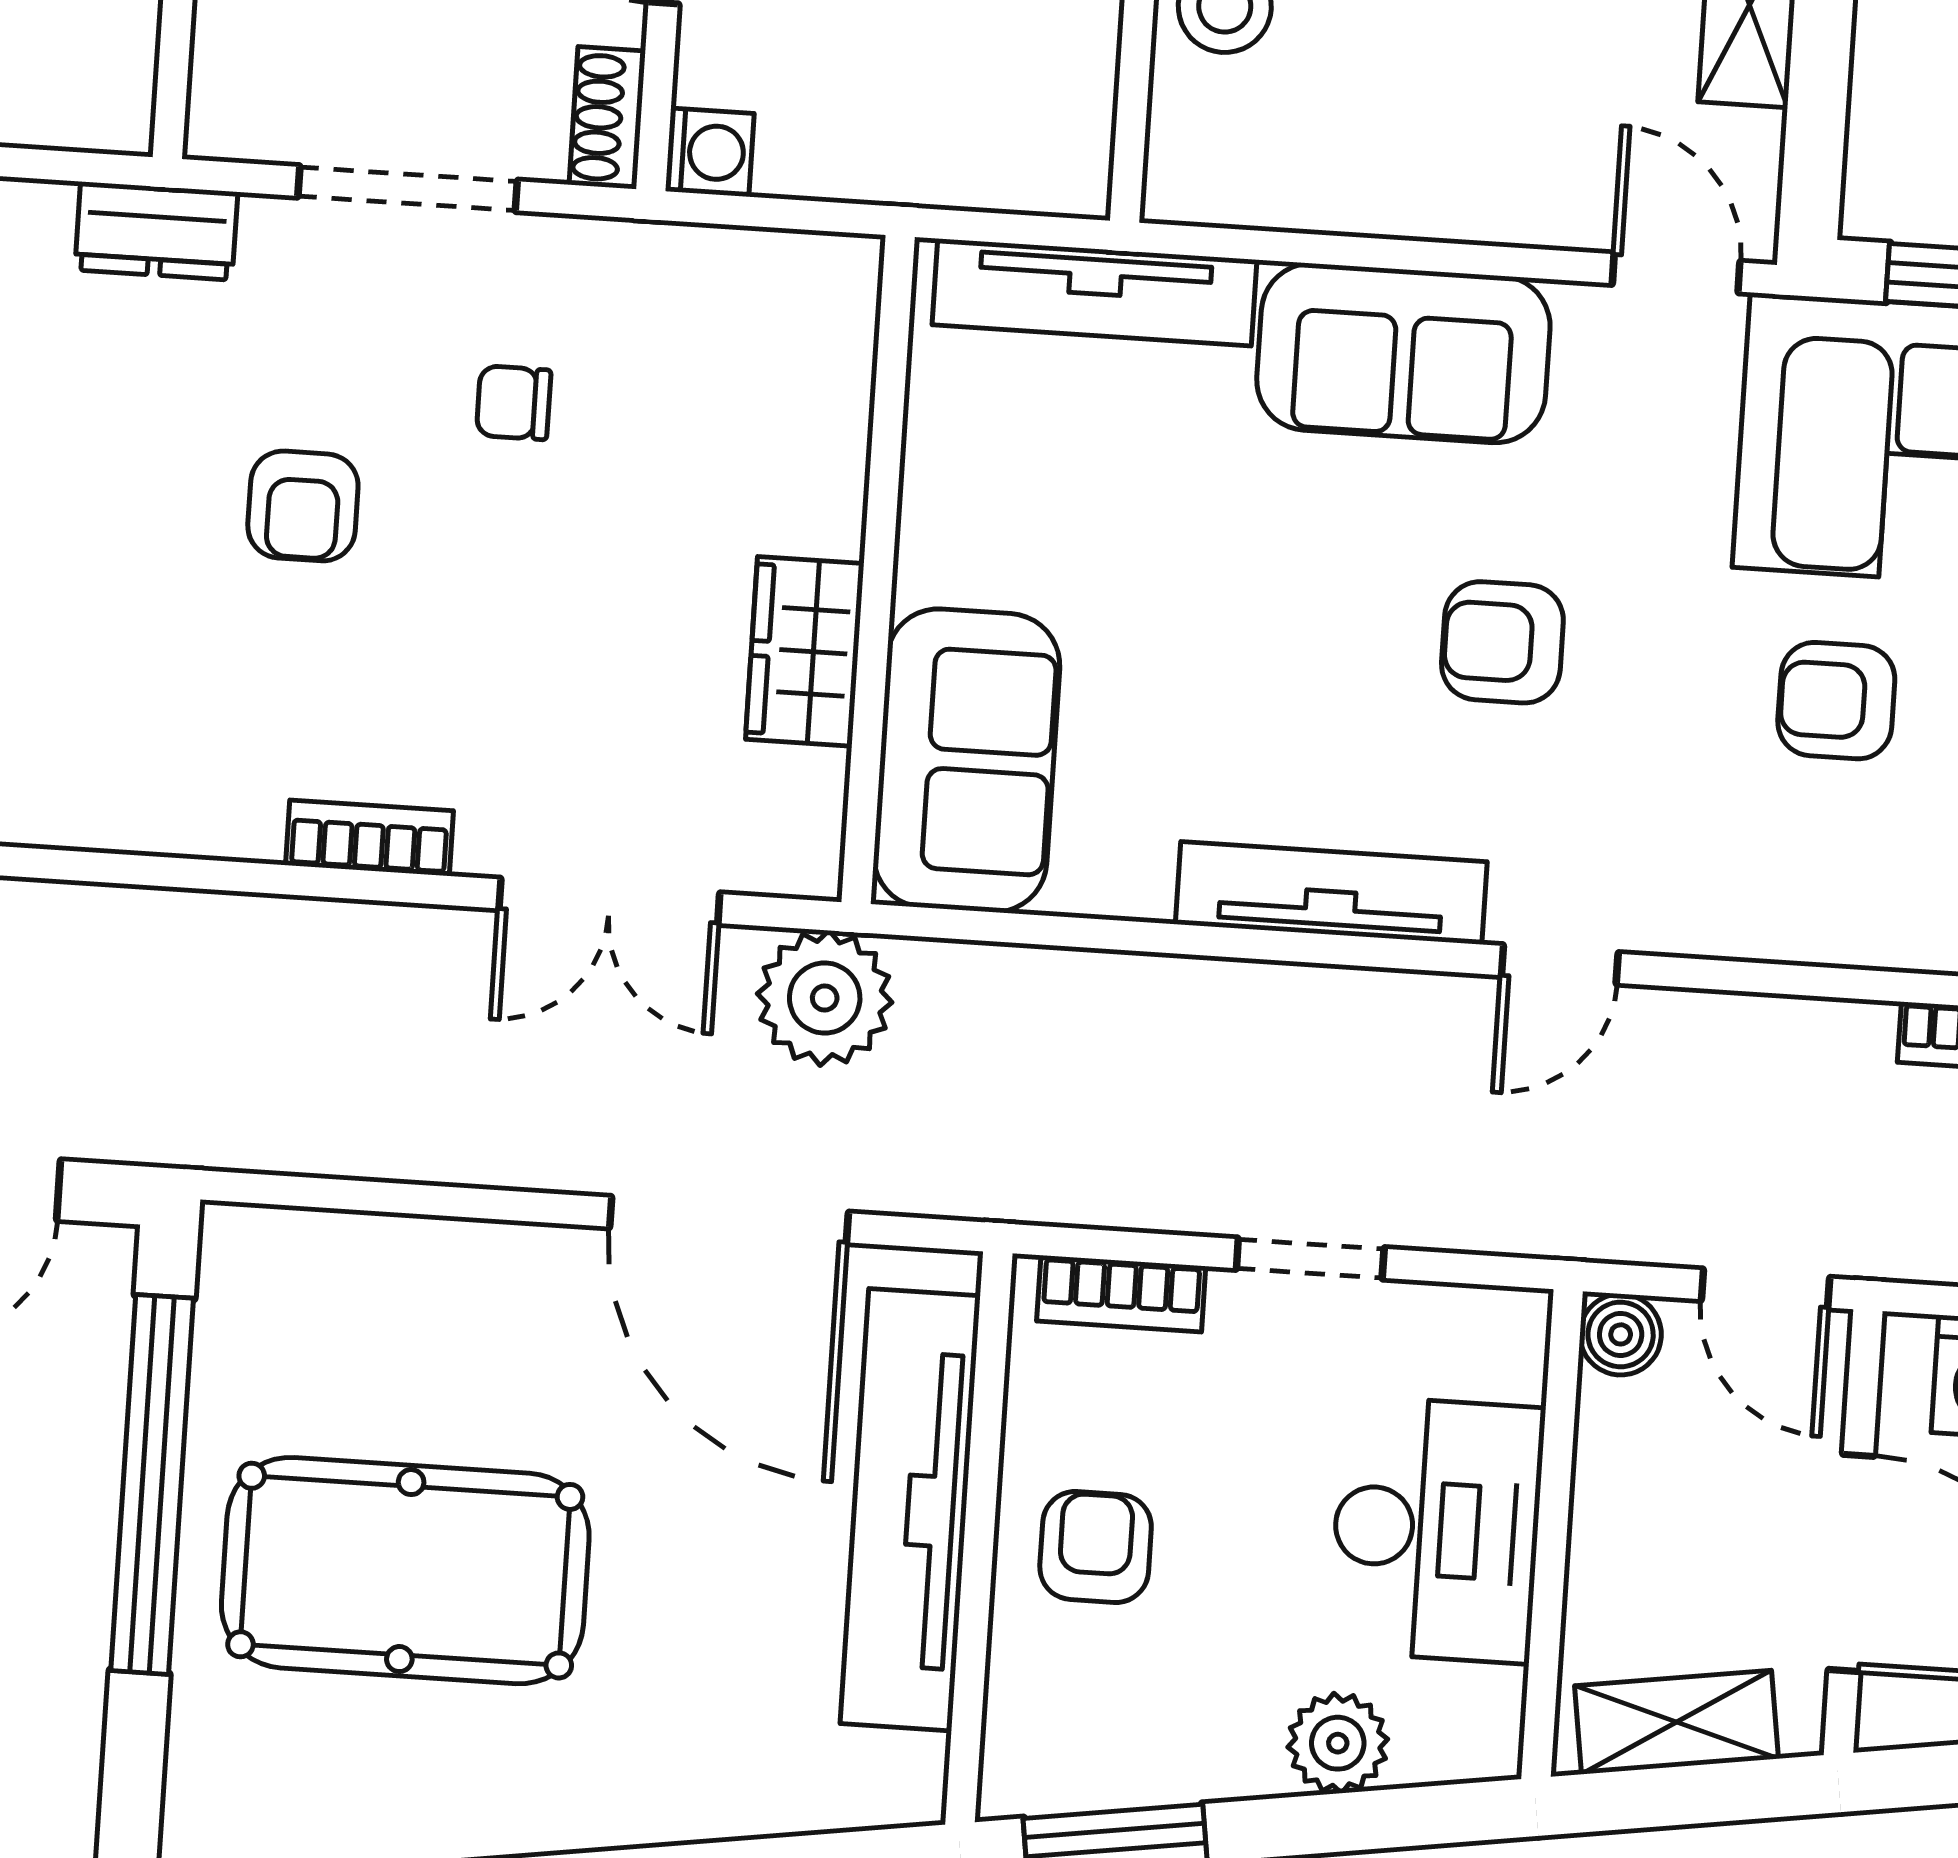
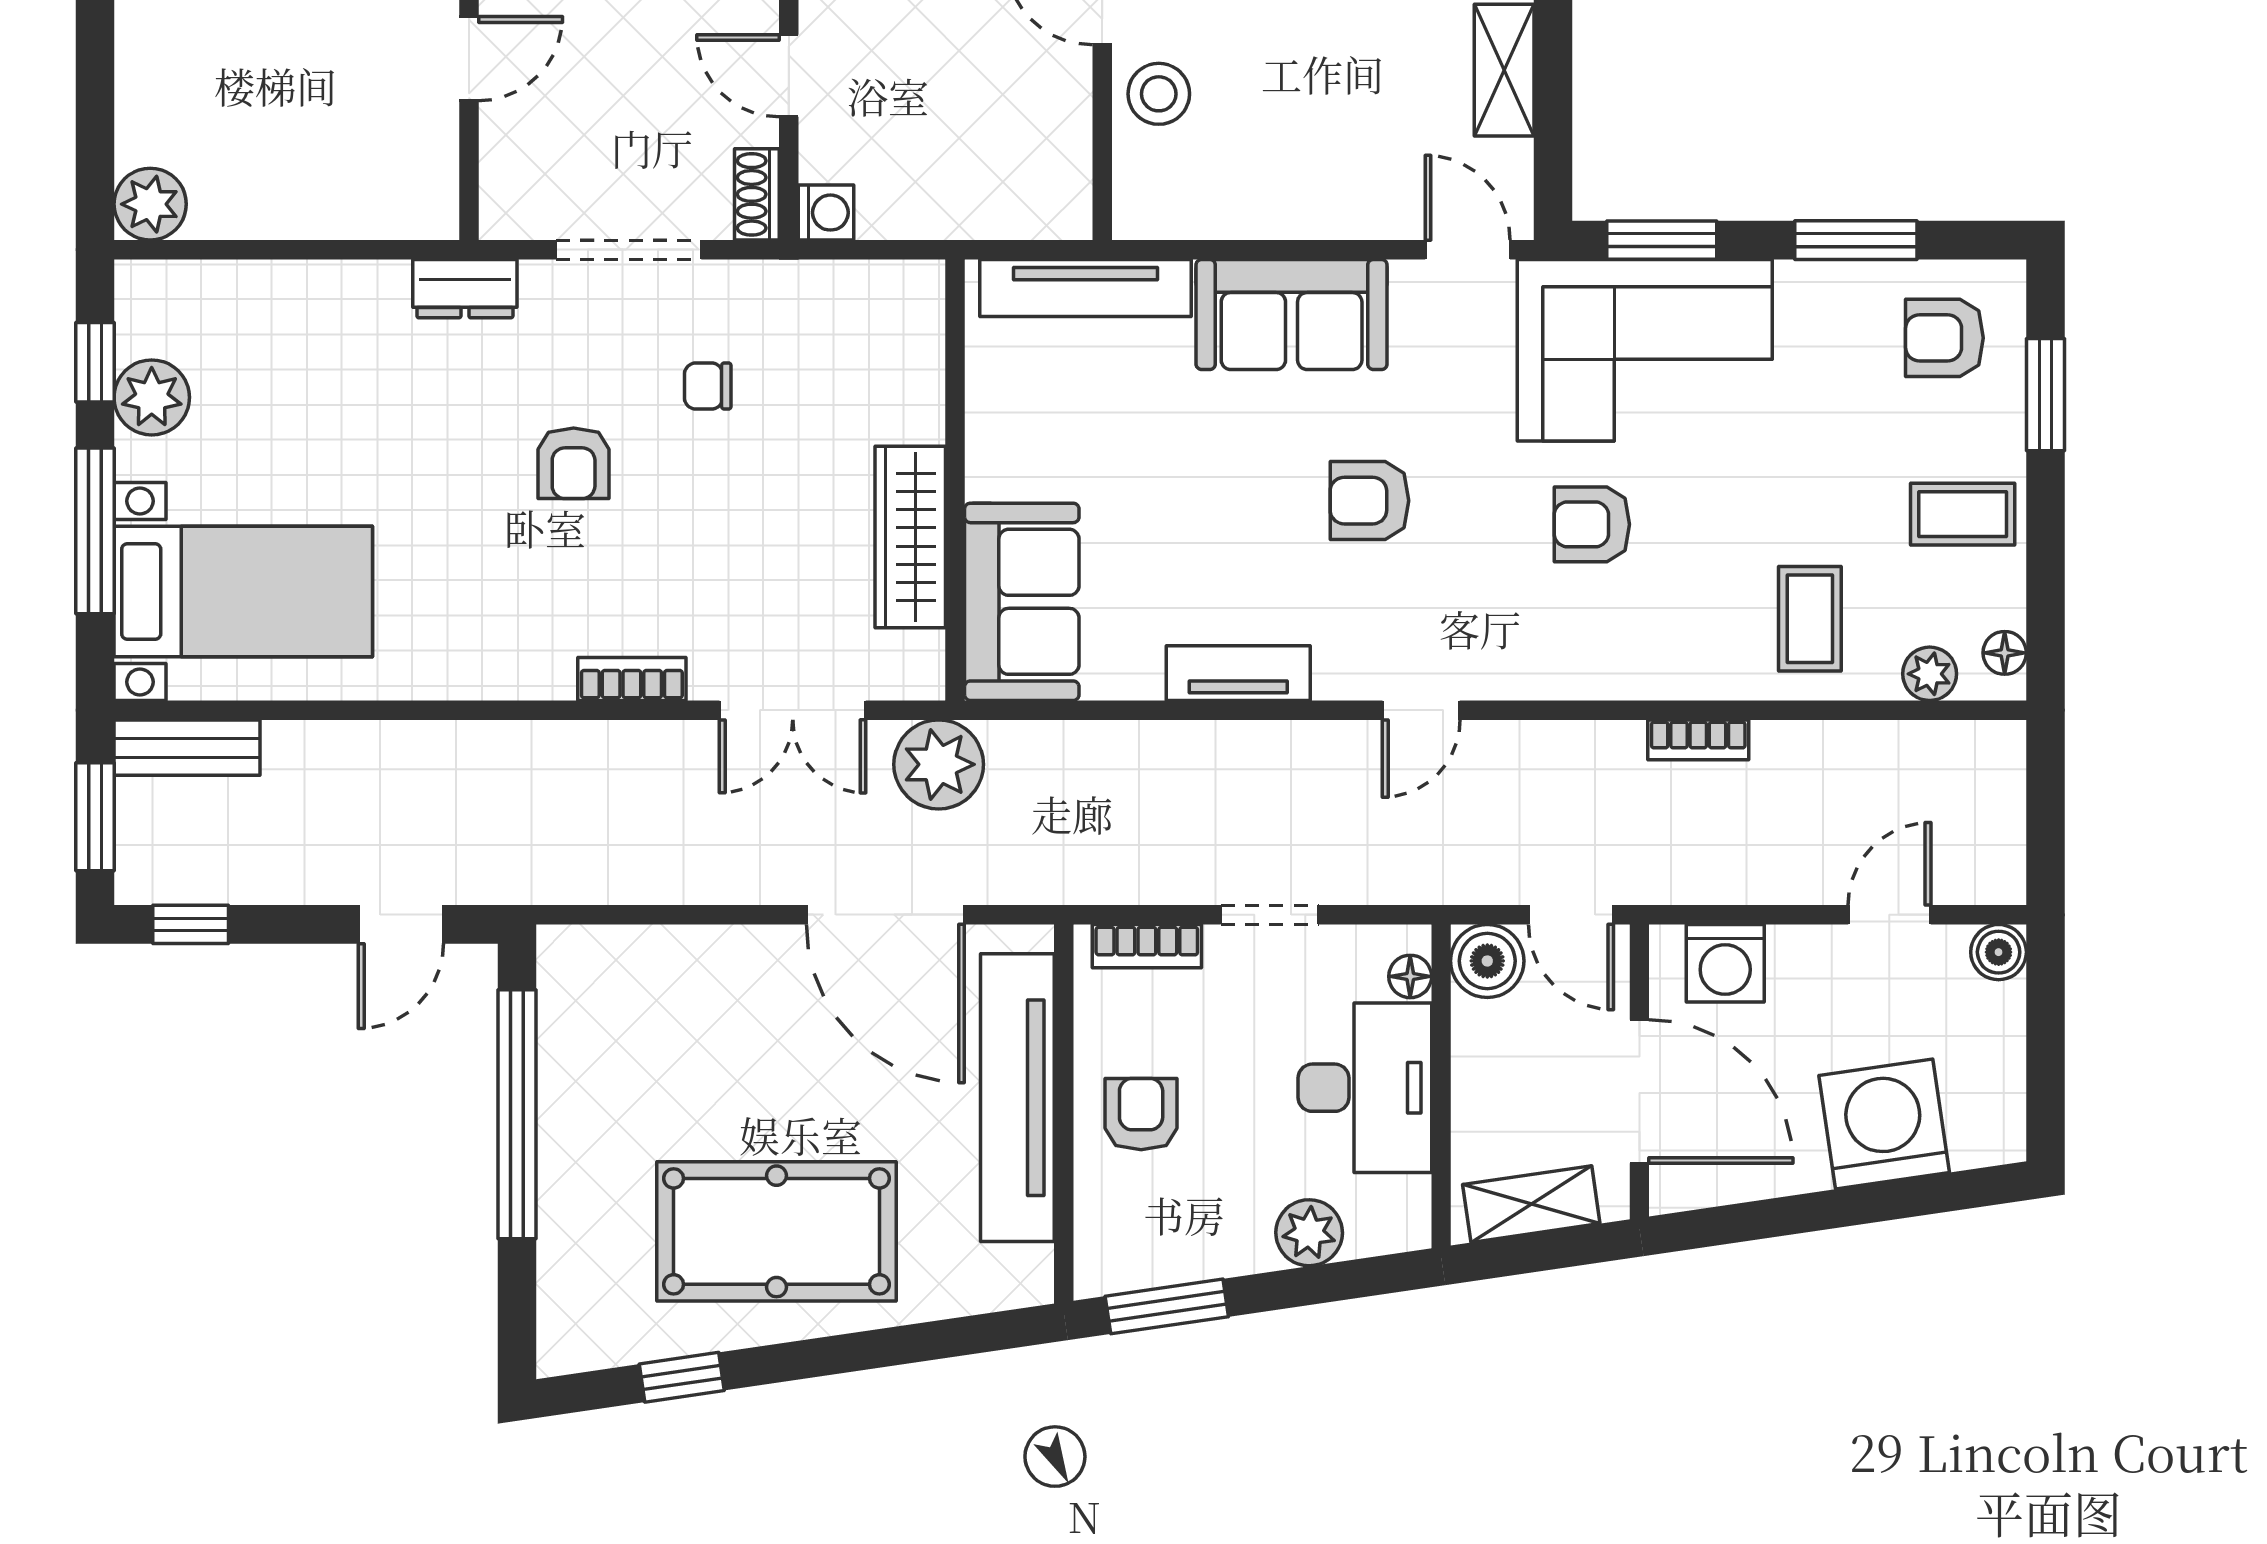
wardrobe: (805, 651) -> (910, 537), width x1.50
tv unit: (1331, 893) -> (1238, 673), width x0.71
boiler: (1621, 1334) -> (1487, 961), width x1.36, depth x1.36
floor lamp: (1516, 1366) -> (1410, 976), added
pool table: (405, 1571) -> (776, 1231), moved

